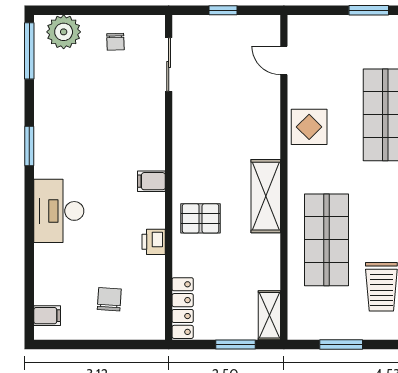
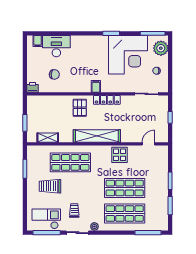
corner desk: (78, 107) -> (128, 55), added
shelving: (266, 196) -> (97, 136), width x1.47
desk: (59, 211) -> (56, 46), moved
printer: (154, 242) -> (32, 87), moved
chair: (109, 299) -> (54, 74), moved
locker: (183, 308) -> (107, 100), moved
shelving: (269, 315) -> (48, 138), moved

